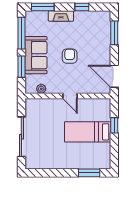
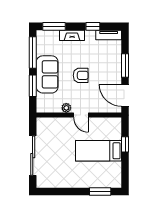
tv unit: (98, 15) -> (109, 35), added
window: (114, 33) -> (125, 65), moved
armchair: (70, 56) -> (81, 75), turned 90
plant: (41, 89) -> (66, 108), moved

